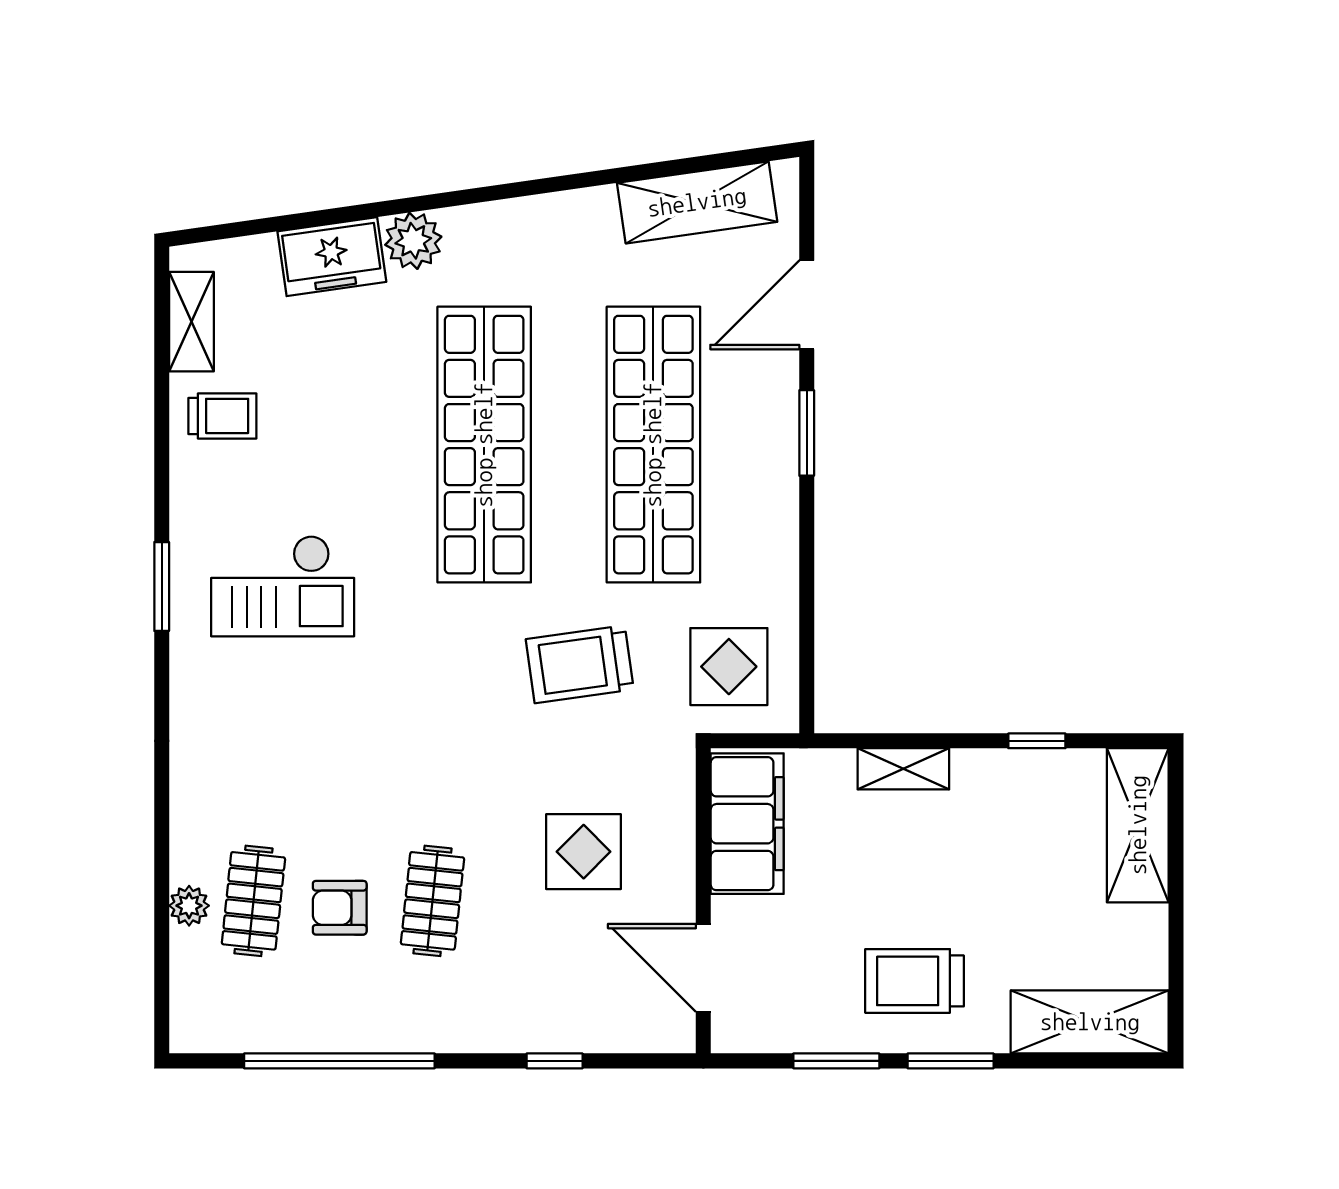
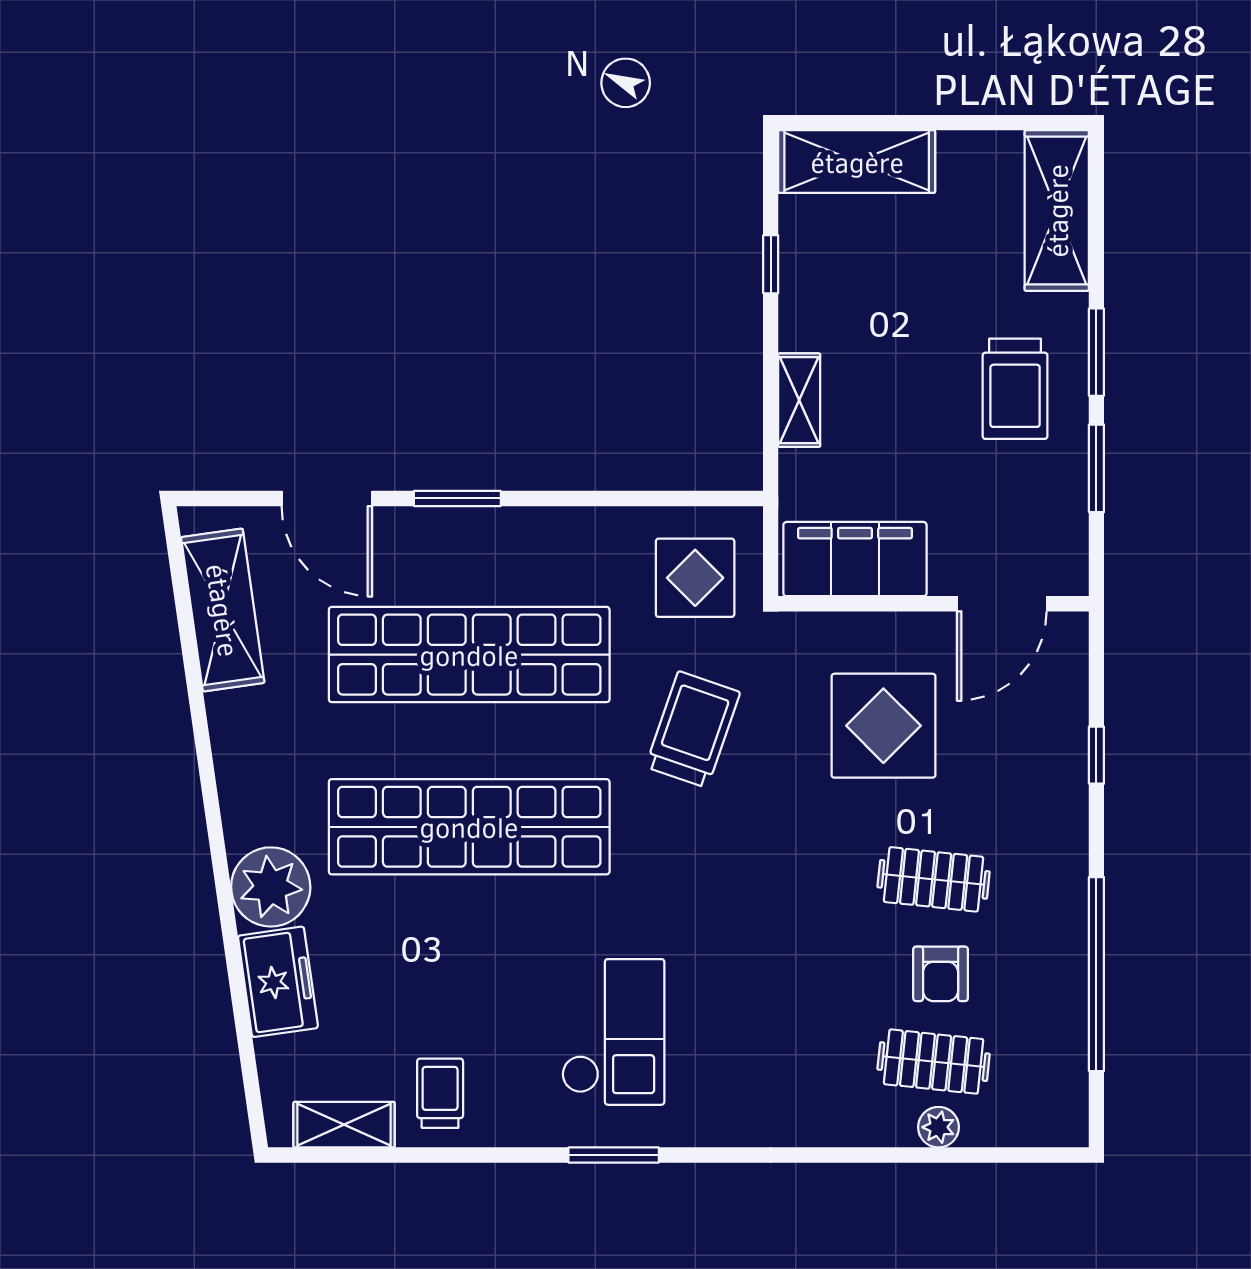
plant: (413, 241) -> (271, 887), width x1.36, depth x1.36
trolley: (580, 664) -> (693, 730), turned -153
display table: (584, 852) -> (883, 726), width x1.36, depth x1.36

